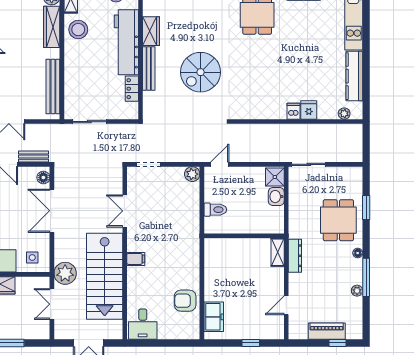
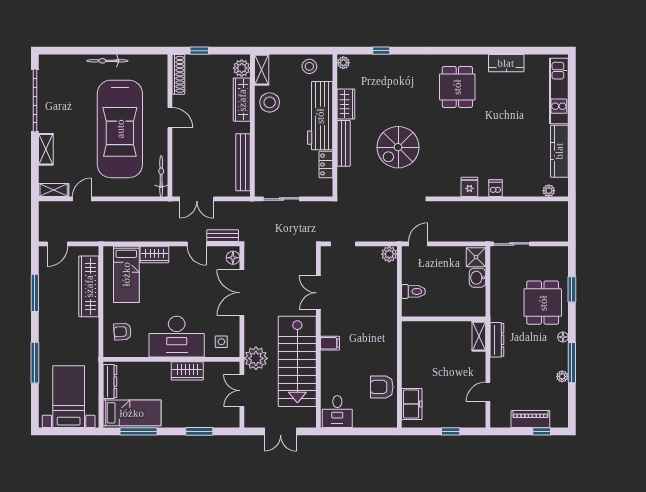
fridge: (309, 110) -> (469, 187), moved

